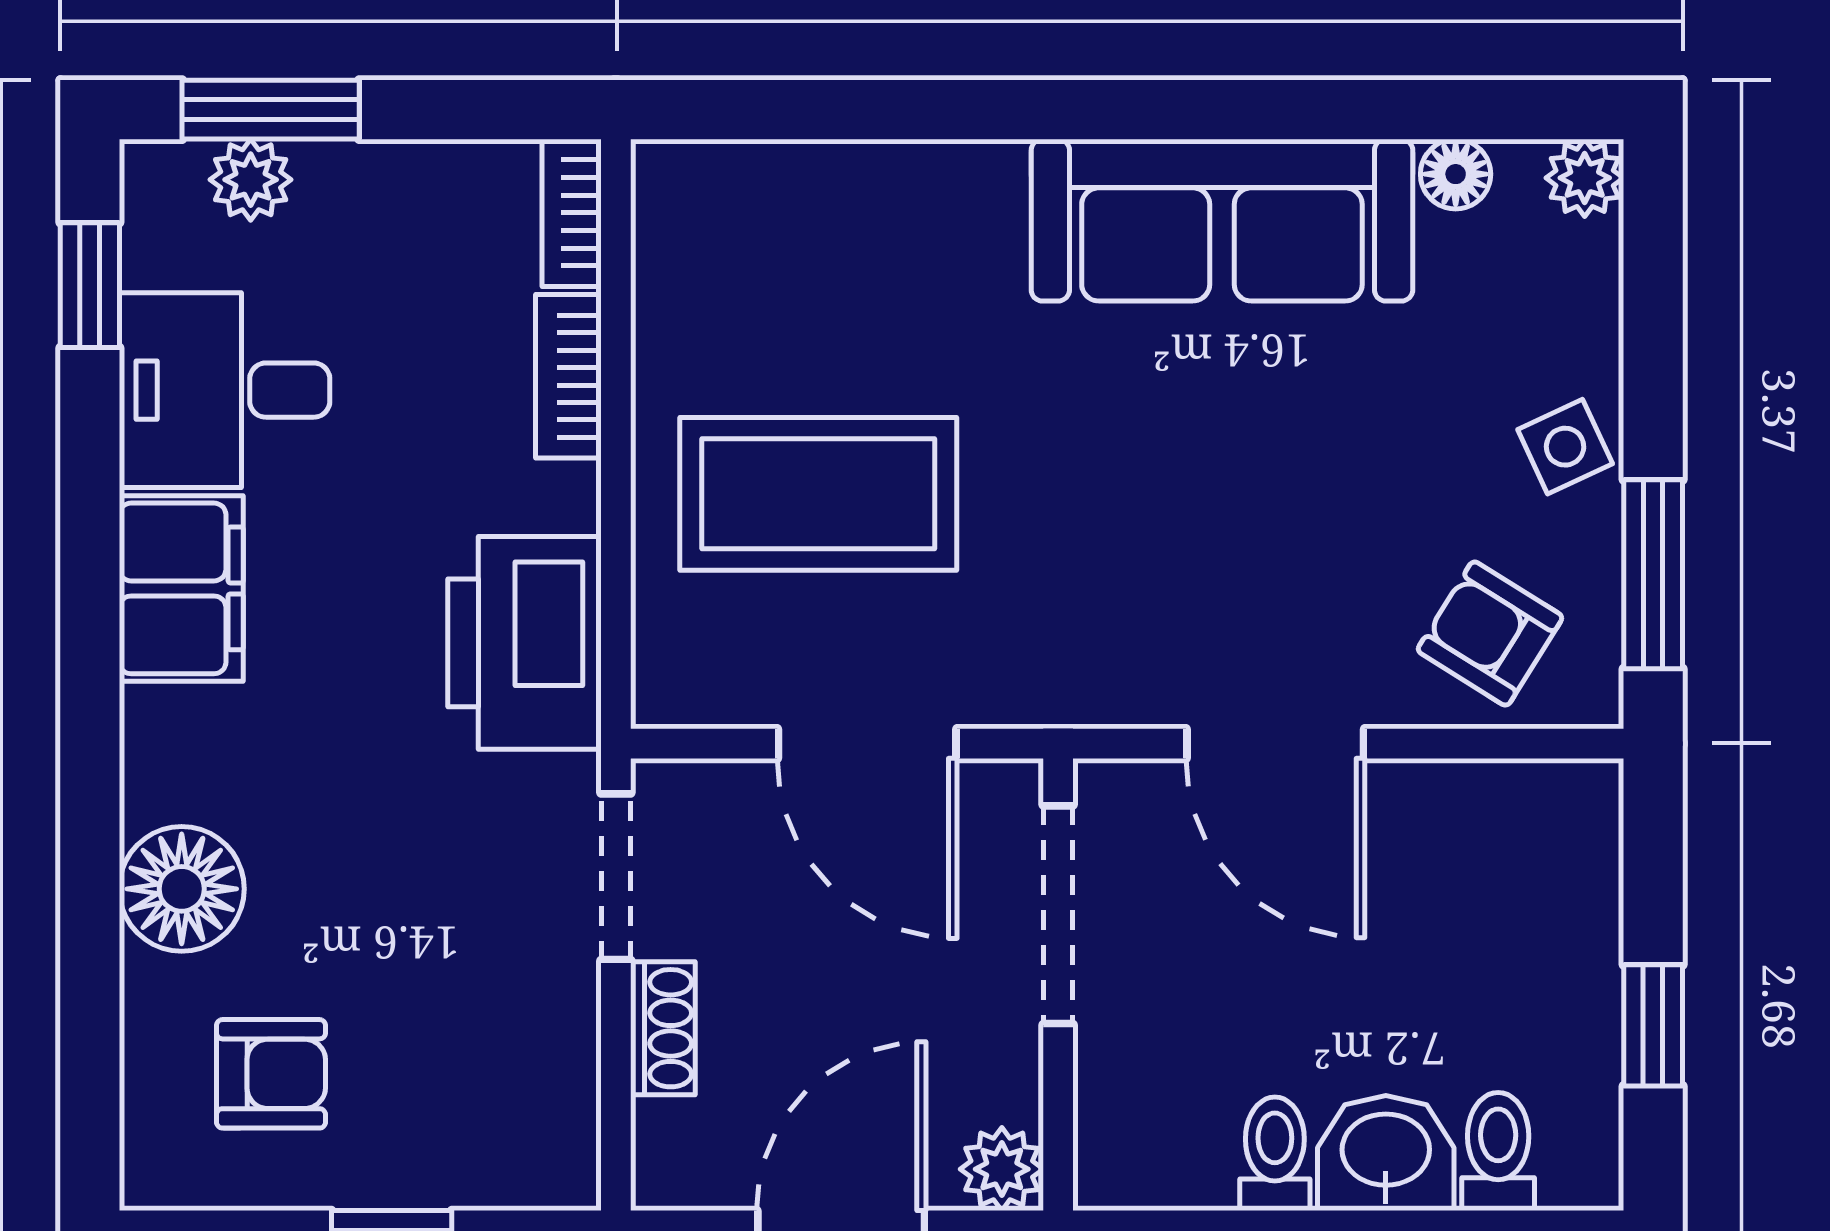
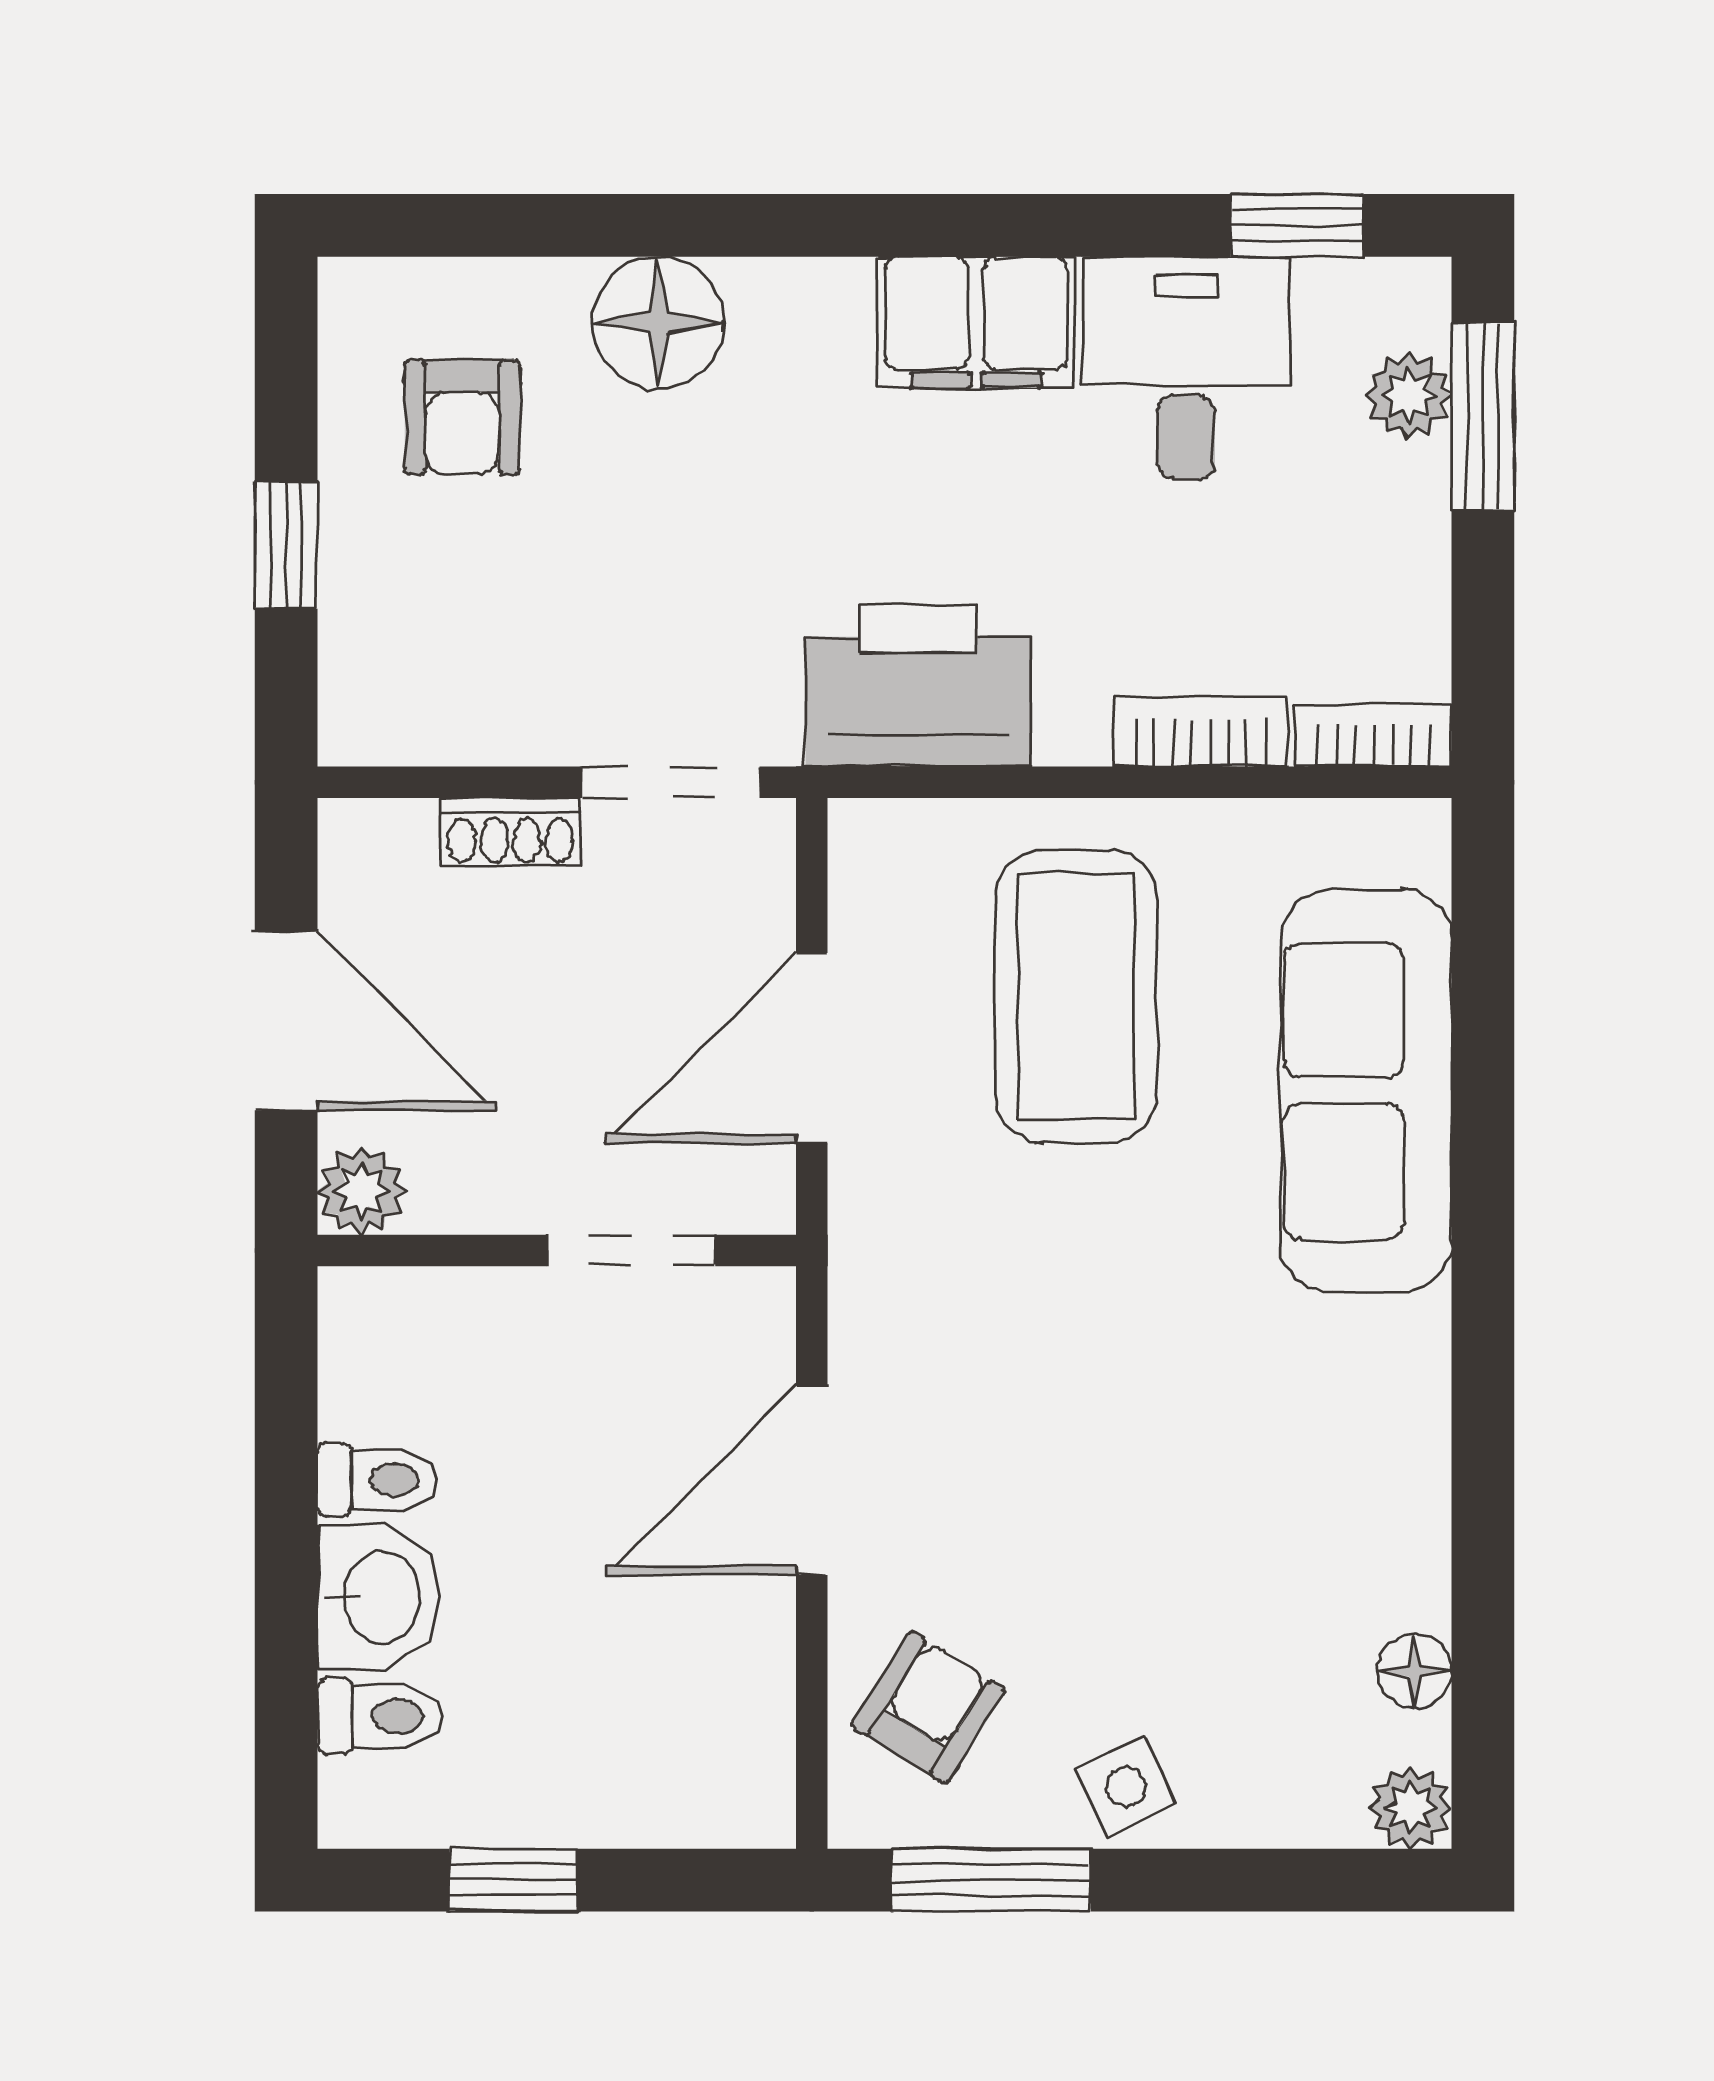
sofa: (1222, 220) -> (1366, 1091), moved
doorway: (1058, 915) -> (631, 1250), width x0.73

